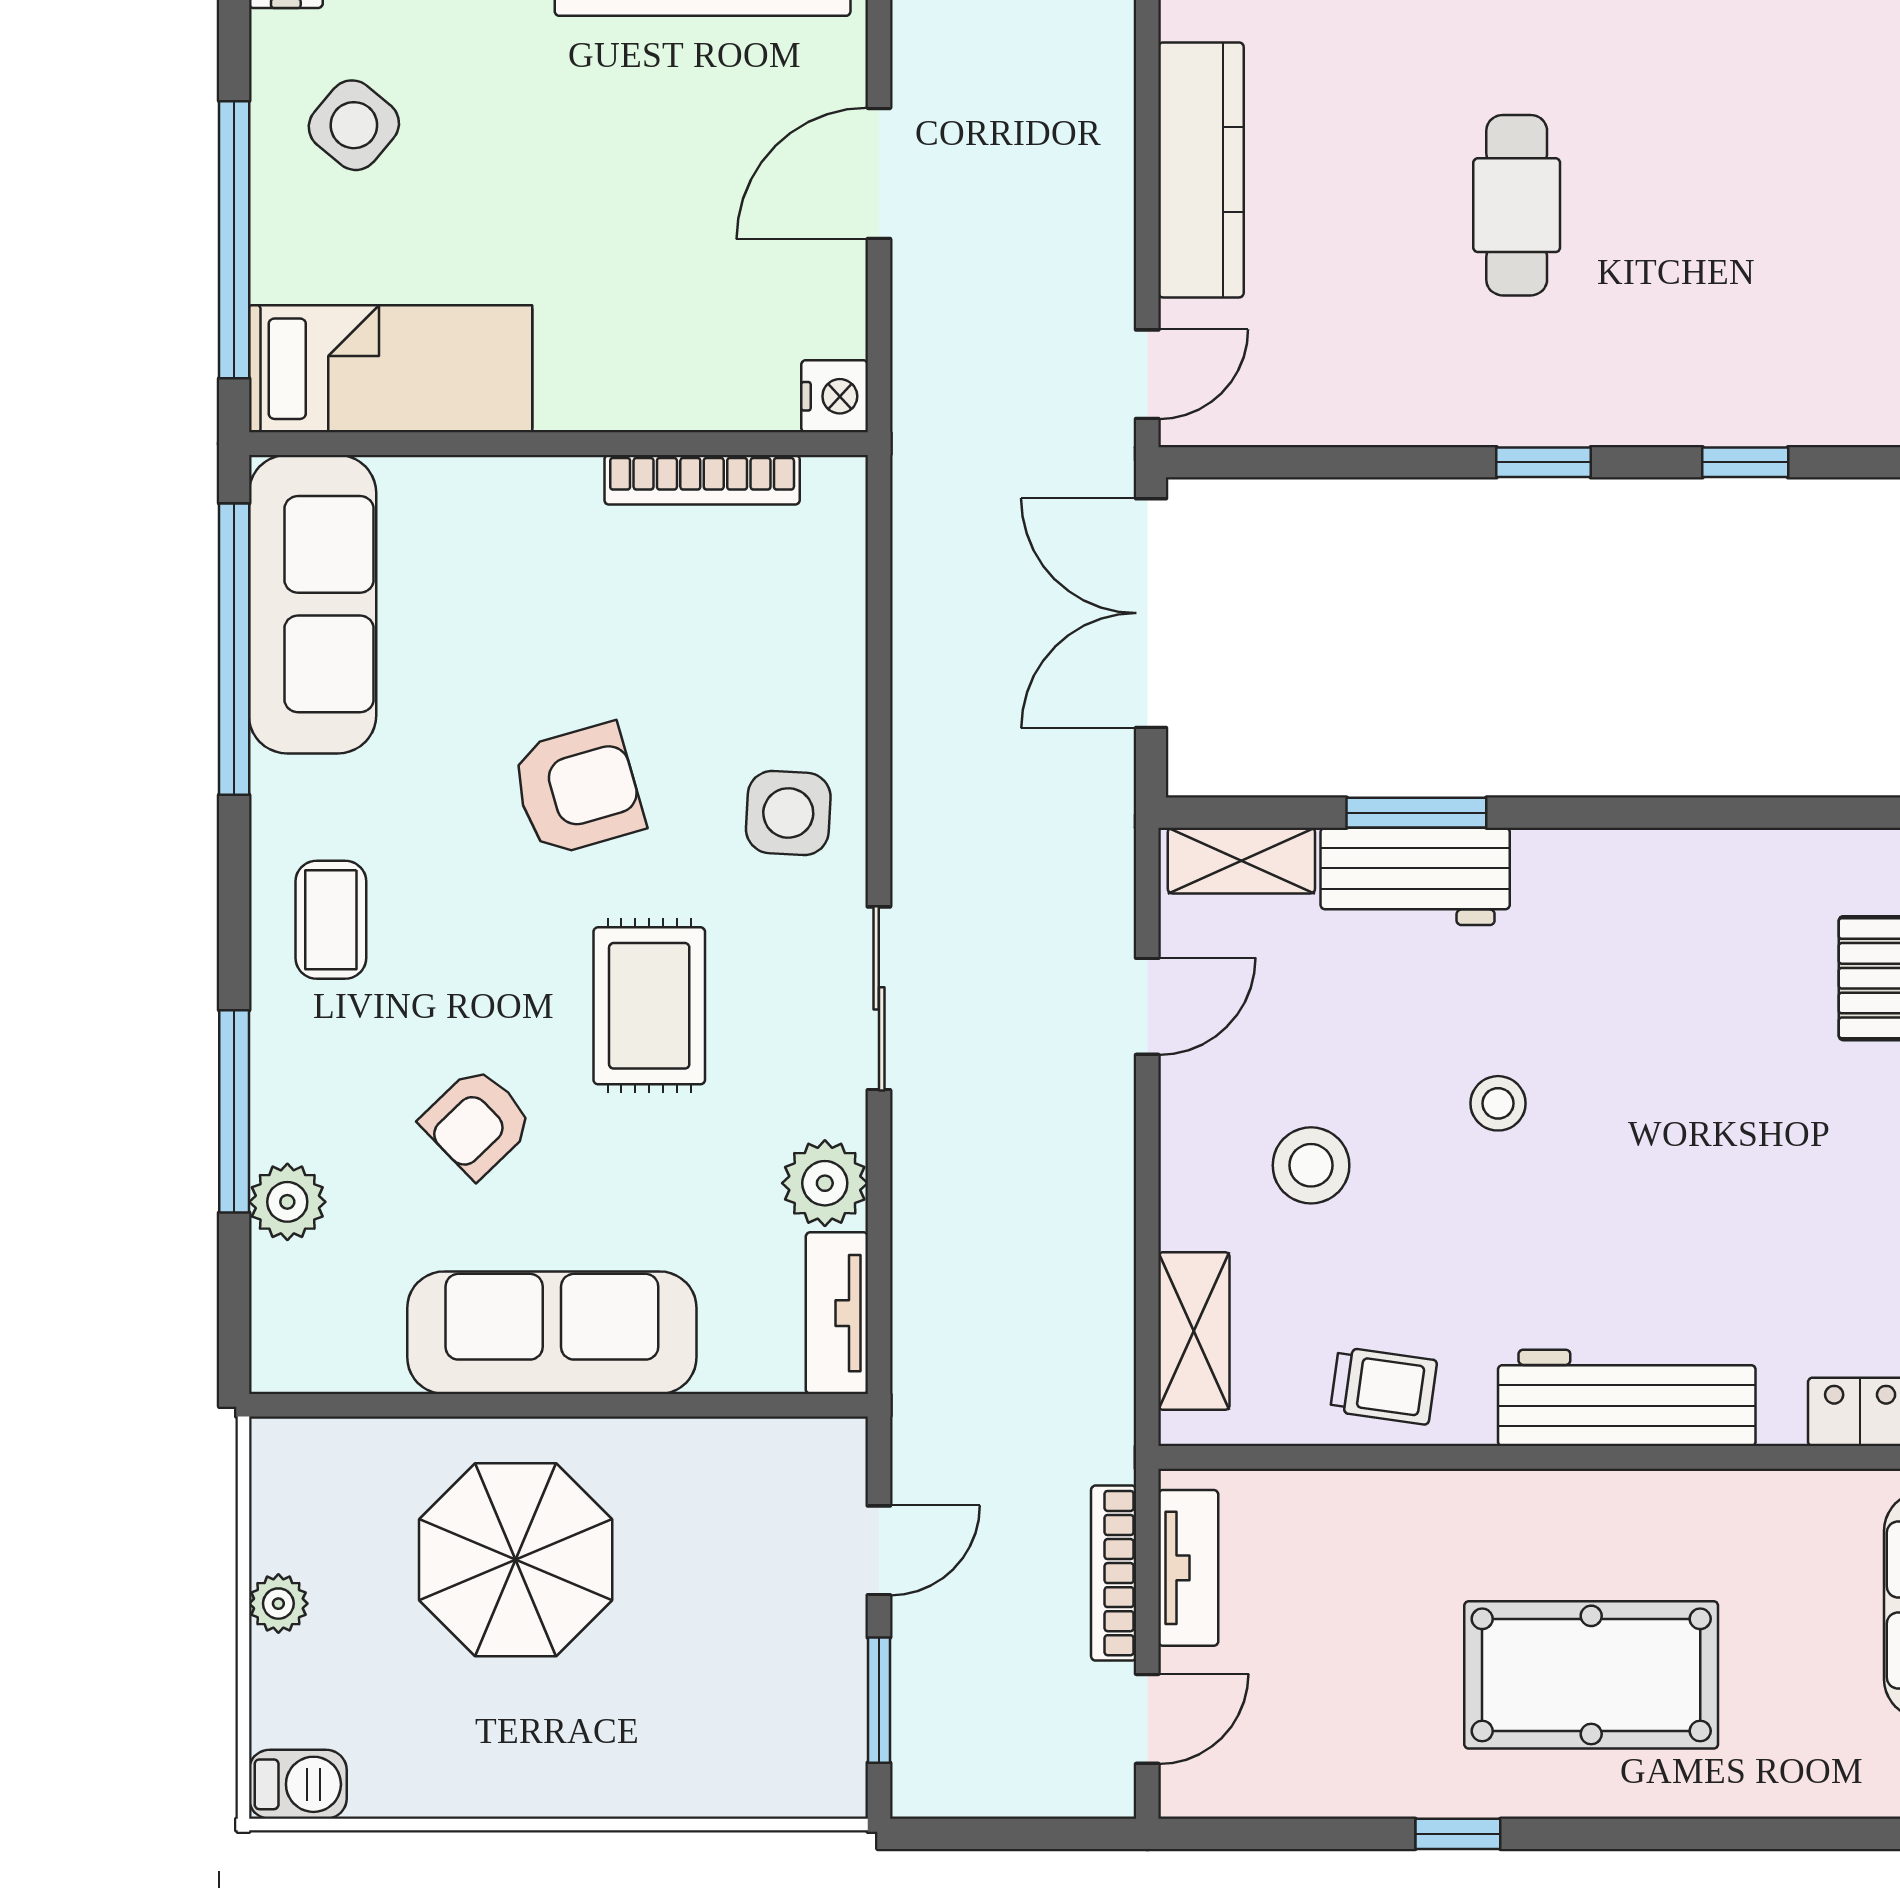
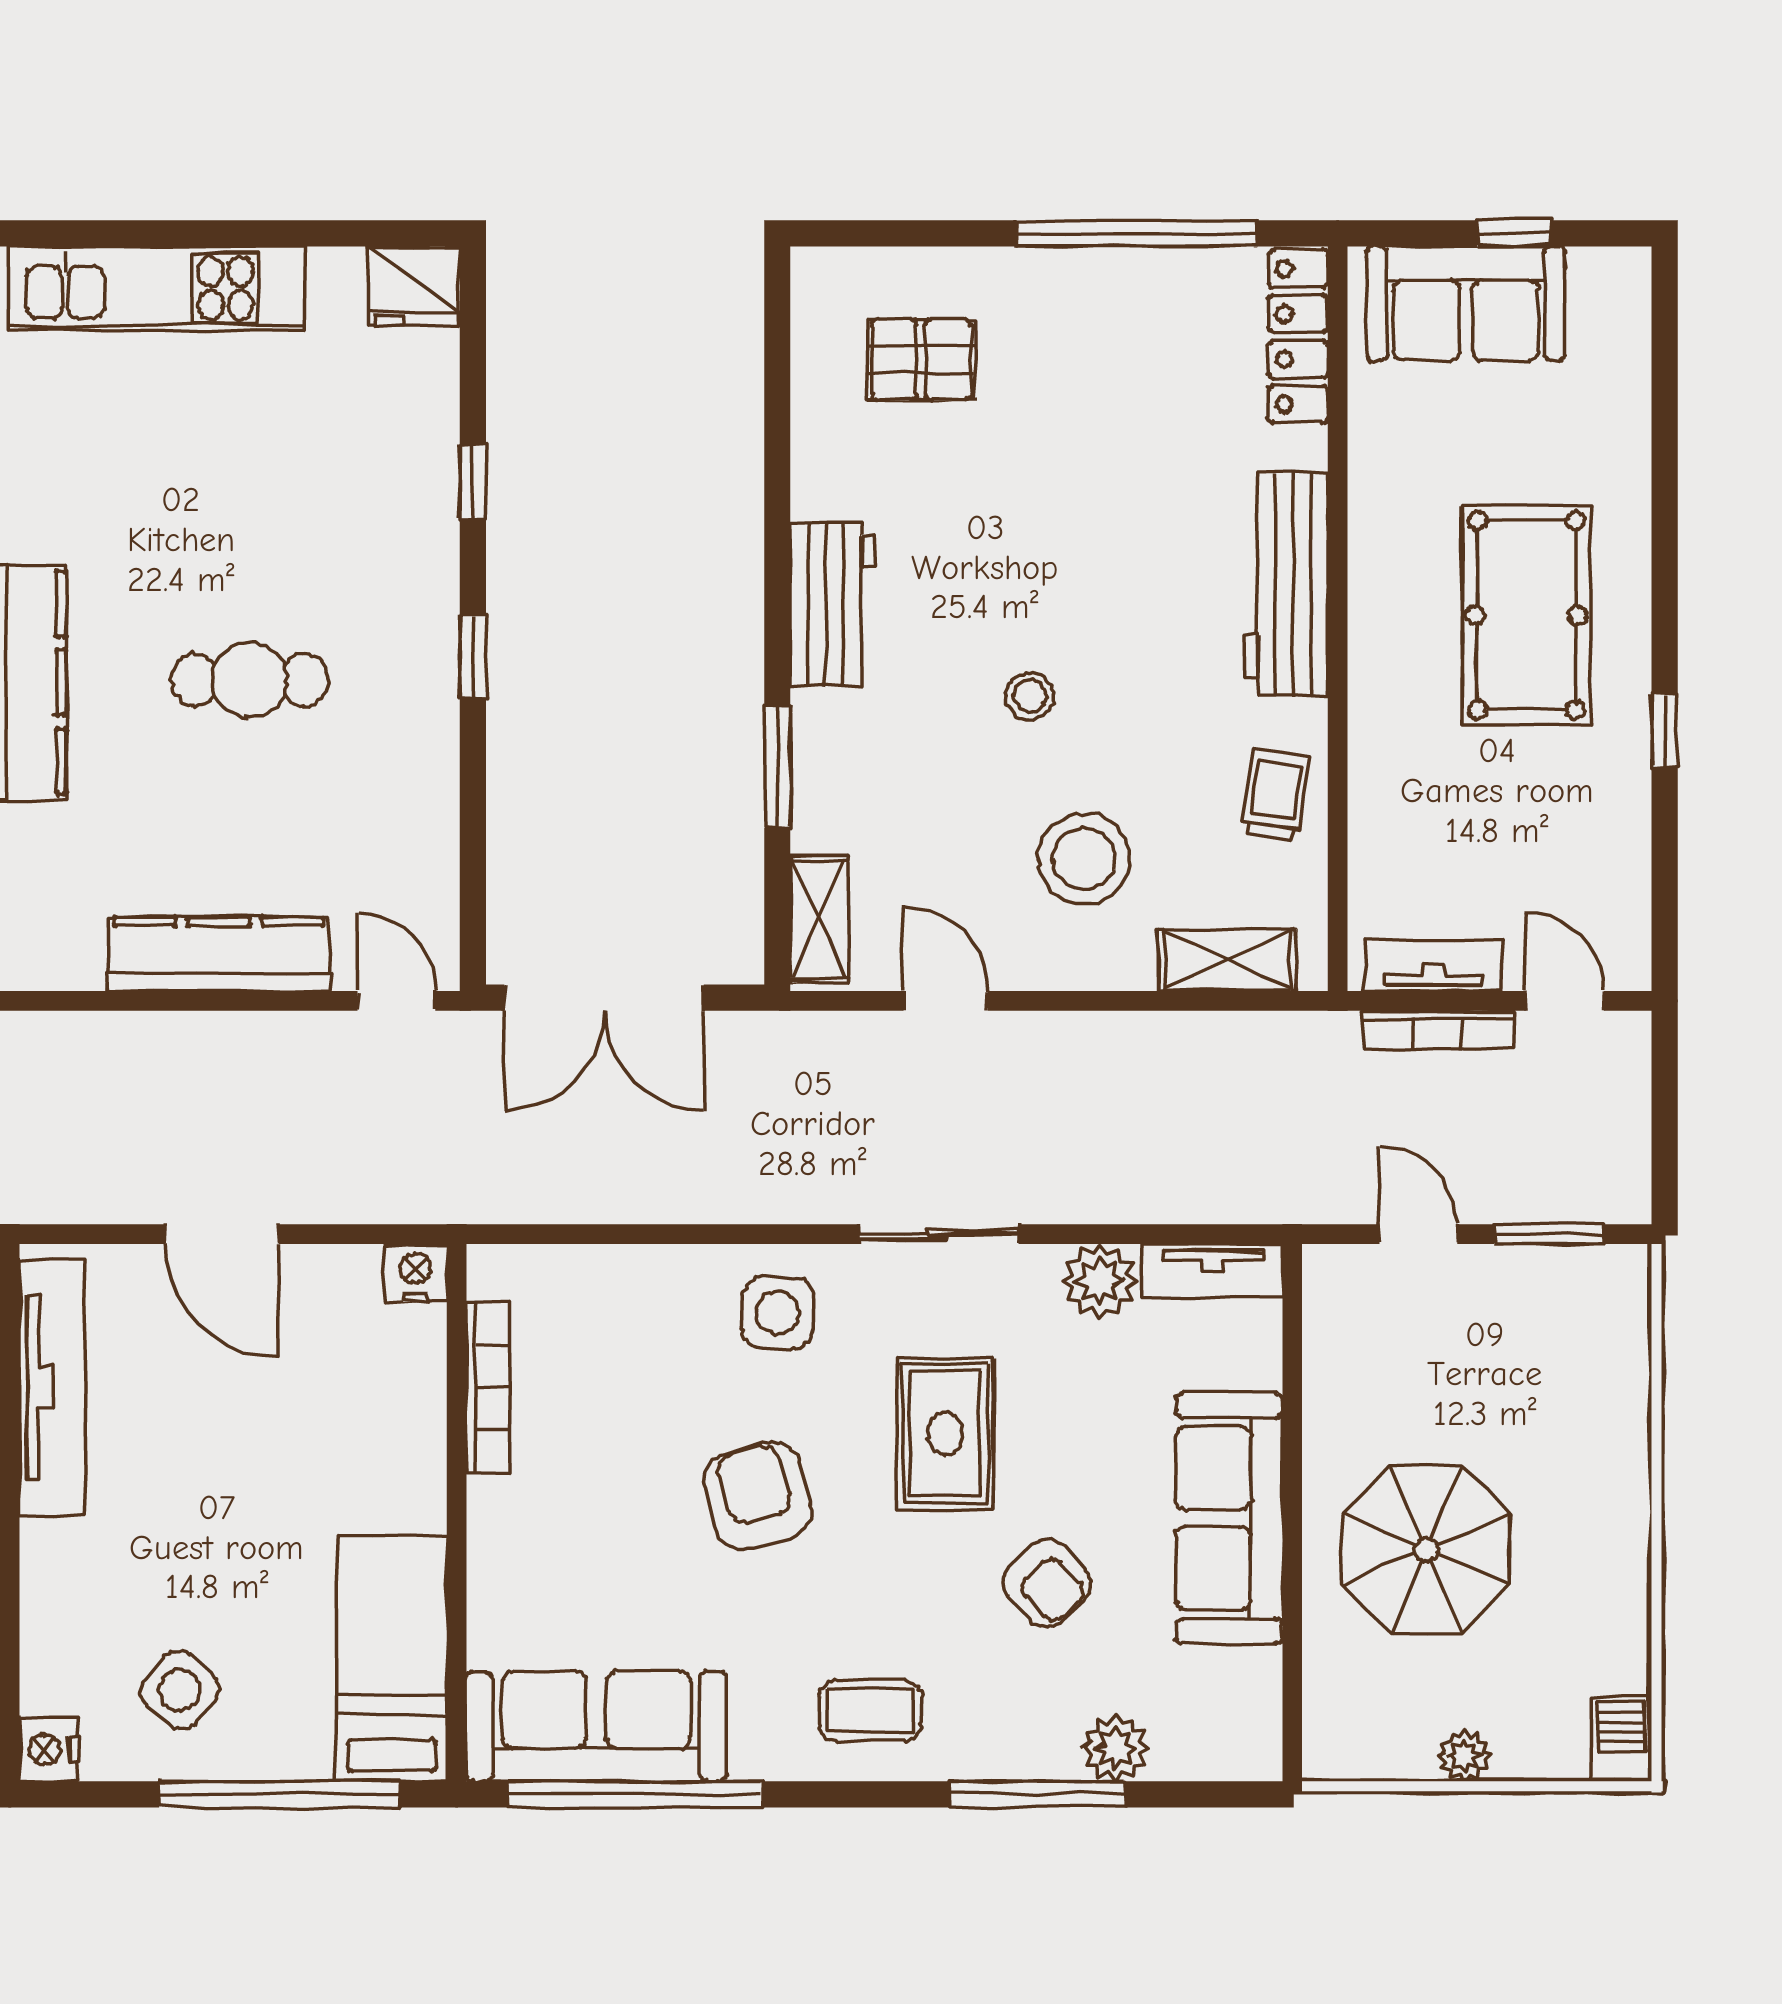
workbench: (1415, 876) -> (833, 604), moved
rug: (649, 1006) -> (945, 1434), turned 90
stool: (1311, 1165) -> (1084, 859), width x1.38, depth x1.38

